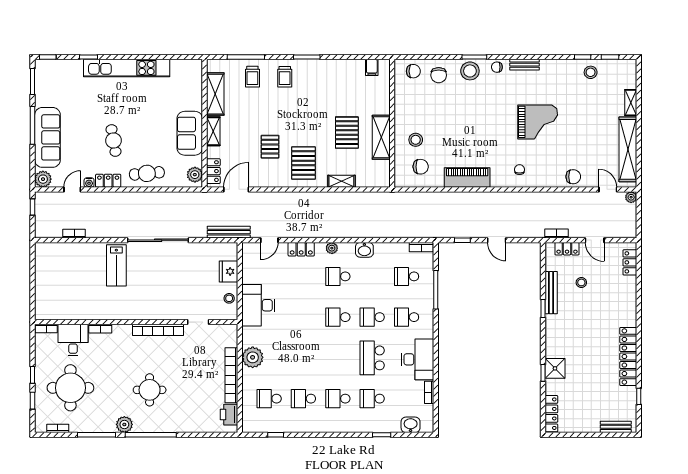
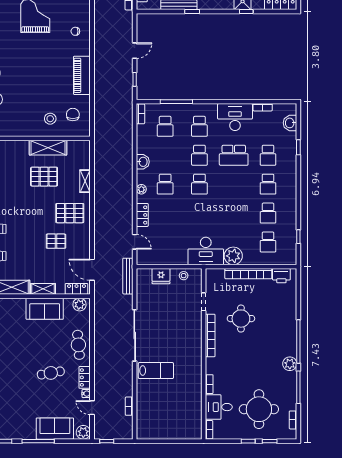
sofa: (47, 137) -> (55, 429), width x0.73
desk: (258, 305) -> (206, 251), moved
round table: (150, 390) -> (241, 319), moved

